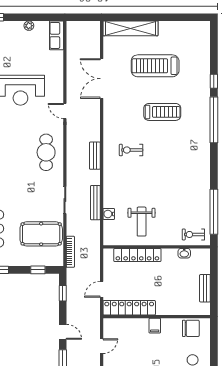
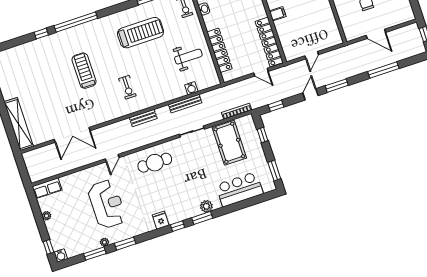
treadmill: (155, 66) -> (141, 33), moved, turned -90
door: (102, 346) -> (312, 55), swing flipped

